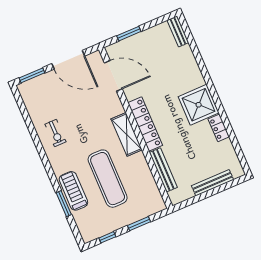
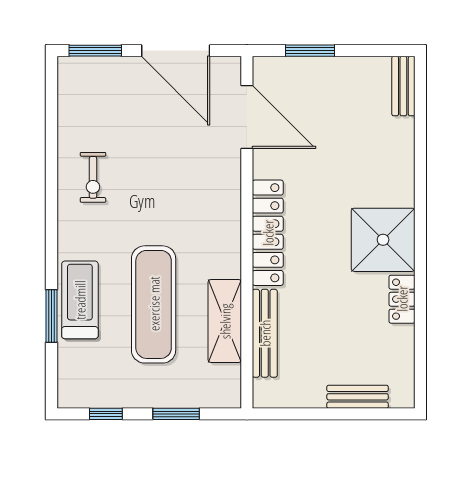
shelving: (127, 134) -> (225, 321), moved
bench: (213, 183) -> (358, 397), width x0.73

